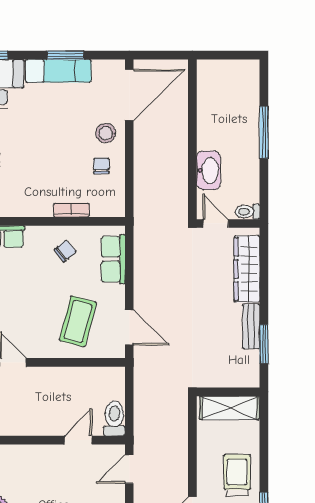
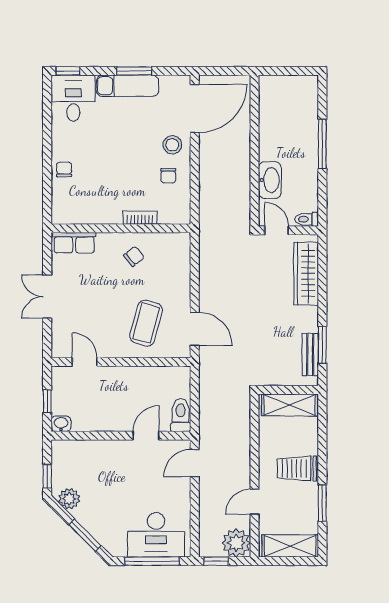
chair: (101, 166) -> (168, 176), turned 180
row of seats: (113, 259) -> (180, 264), removed
bench: (251, 326) -> (310, 354), moved
trolley: (237, 475) -> (297, 468), turned -90

